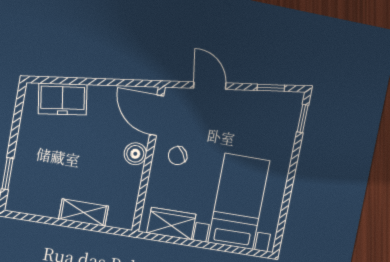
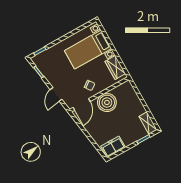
freezer: (63, 99) -> (113, 147), moved, turned -81
boiler: (135, 154) -> (107, 102), width x1.86, depth x1.86
shelving: (84, 213) -> (148, 123), moved

